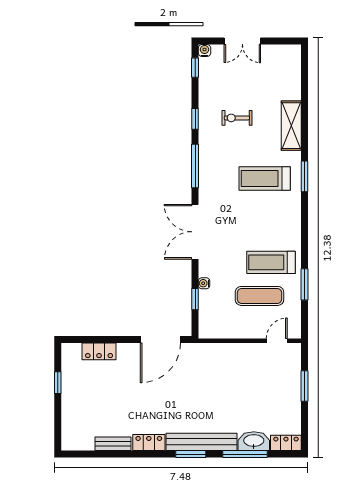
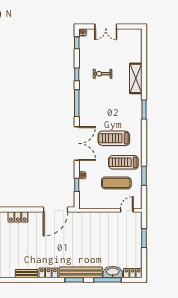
treadmill: (265, 178) -> (114, 138), moved
double door: (195, 232) -> (77, 143), swing flipped

